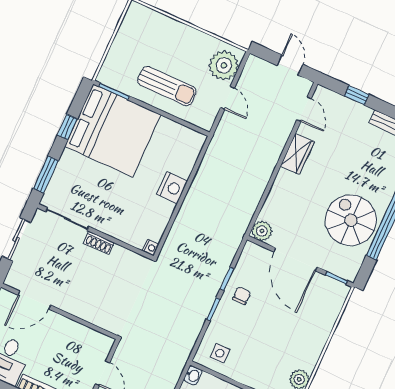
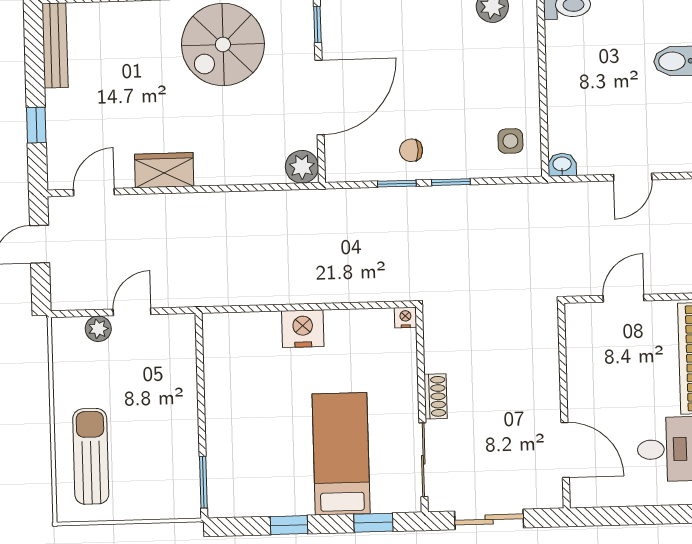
plant: (224, 65) -> (98, 329), width x0.53, depth x0.53
sun lounger: (167, 86) -> (91, 456), moved
bed: (113, 131) -> (341, 454), moved, width x0.49
window: (46, 174) -> (373, 523), width x0.67

